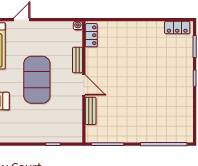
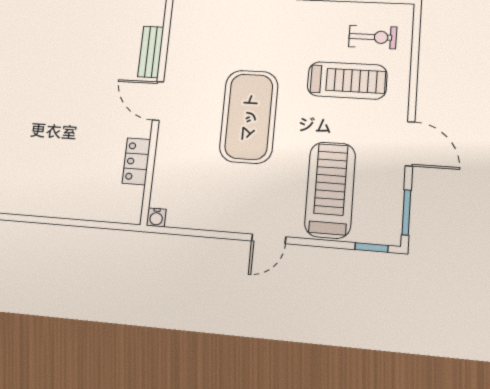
locker: (91, 35) -> (136, 161), moved
bench: (77, 60) -> (165, 150), removed

